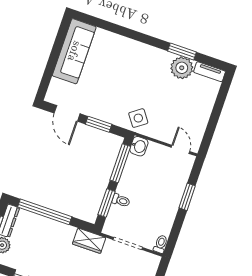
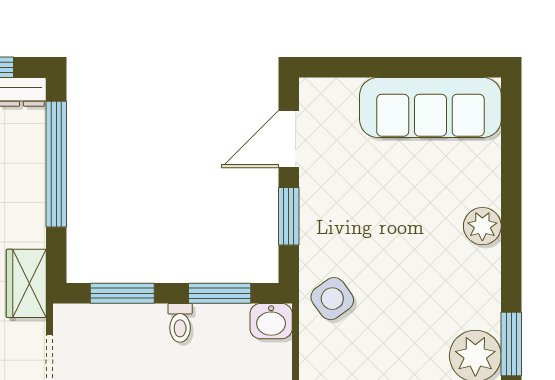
plant: (130, 47) -> (482, 226), added
window: (120, 163) -> (220, 293), width x0.69
toilet: (121, 200) -> (180, 323), moved

